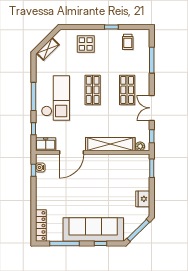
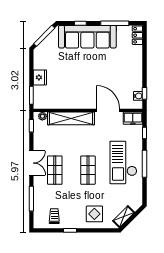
shelving: (48, 49) -> (124, 217), moved
double door: (152, 108) -> (31, 163), moved
door: (72, 152) -> (108, 110), hinge flipped
fridge: (143, 199) -> (40, 77), moved
locker: (41, 226) -> (137, 35), width x0.66

